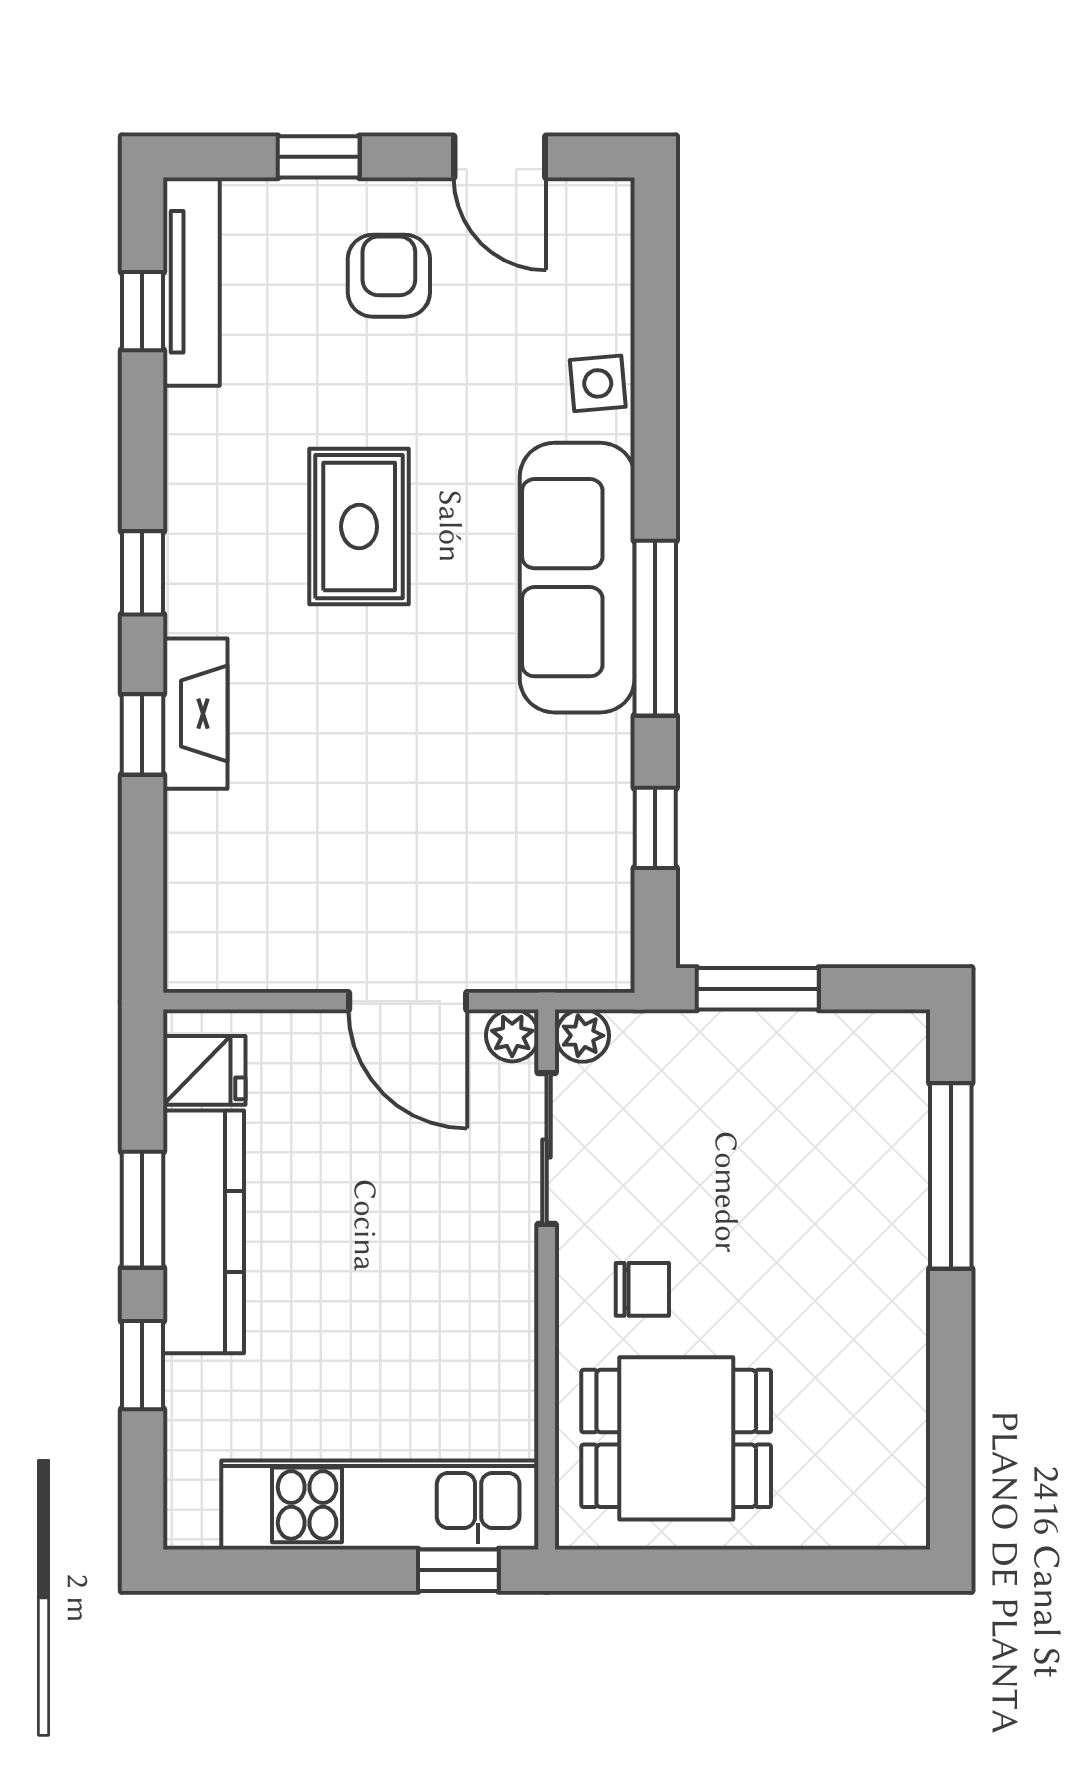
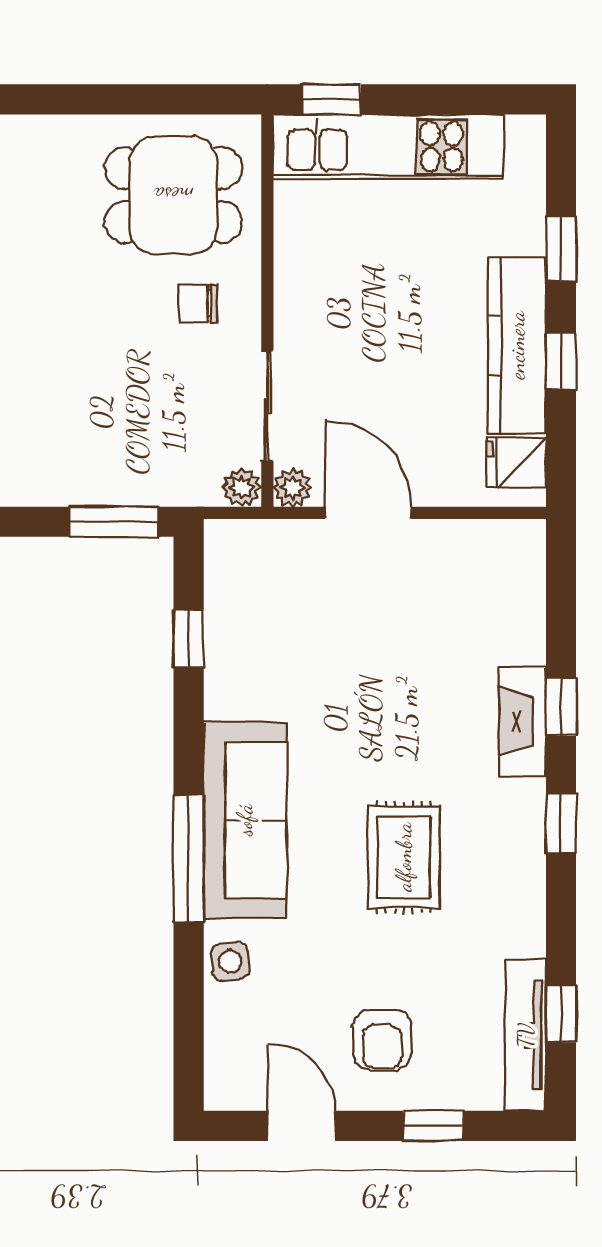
window: (655, 628) -> (189, 859), moved
window: (142, 1210) -> (561, 361), width x0.67

